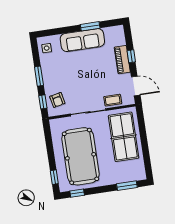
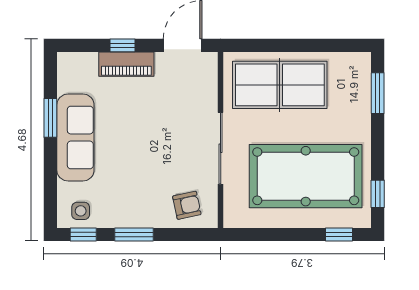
coffee table: (113, 100) -> (204, 95), removed
window: (43, 102) -> (83, 234), moved

